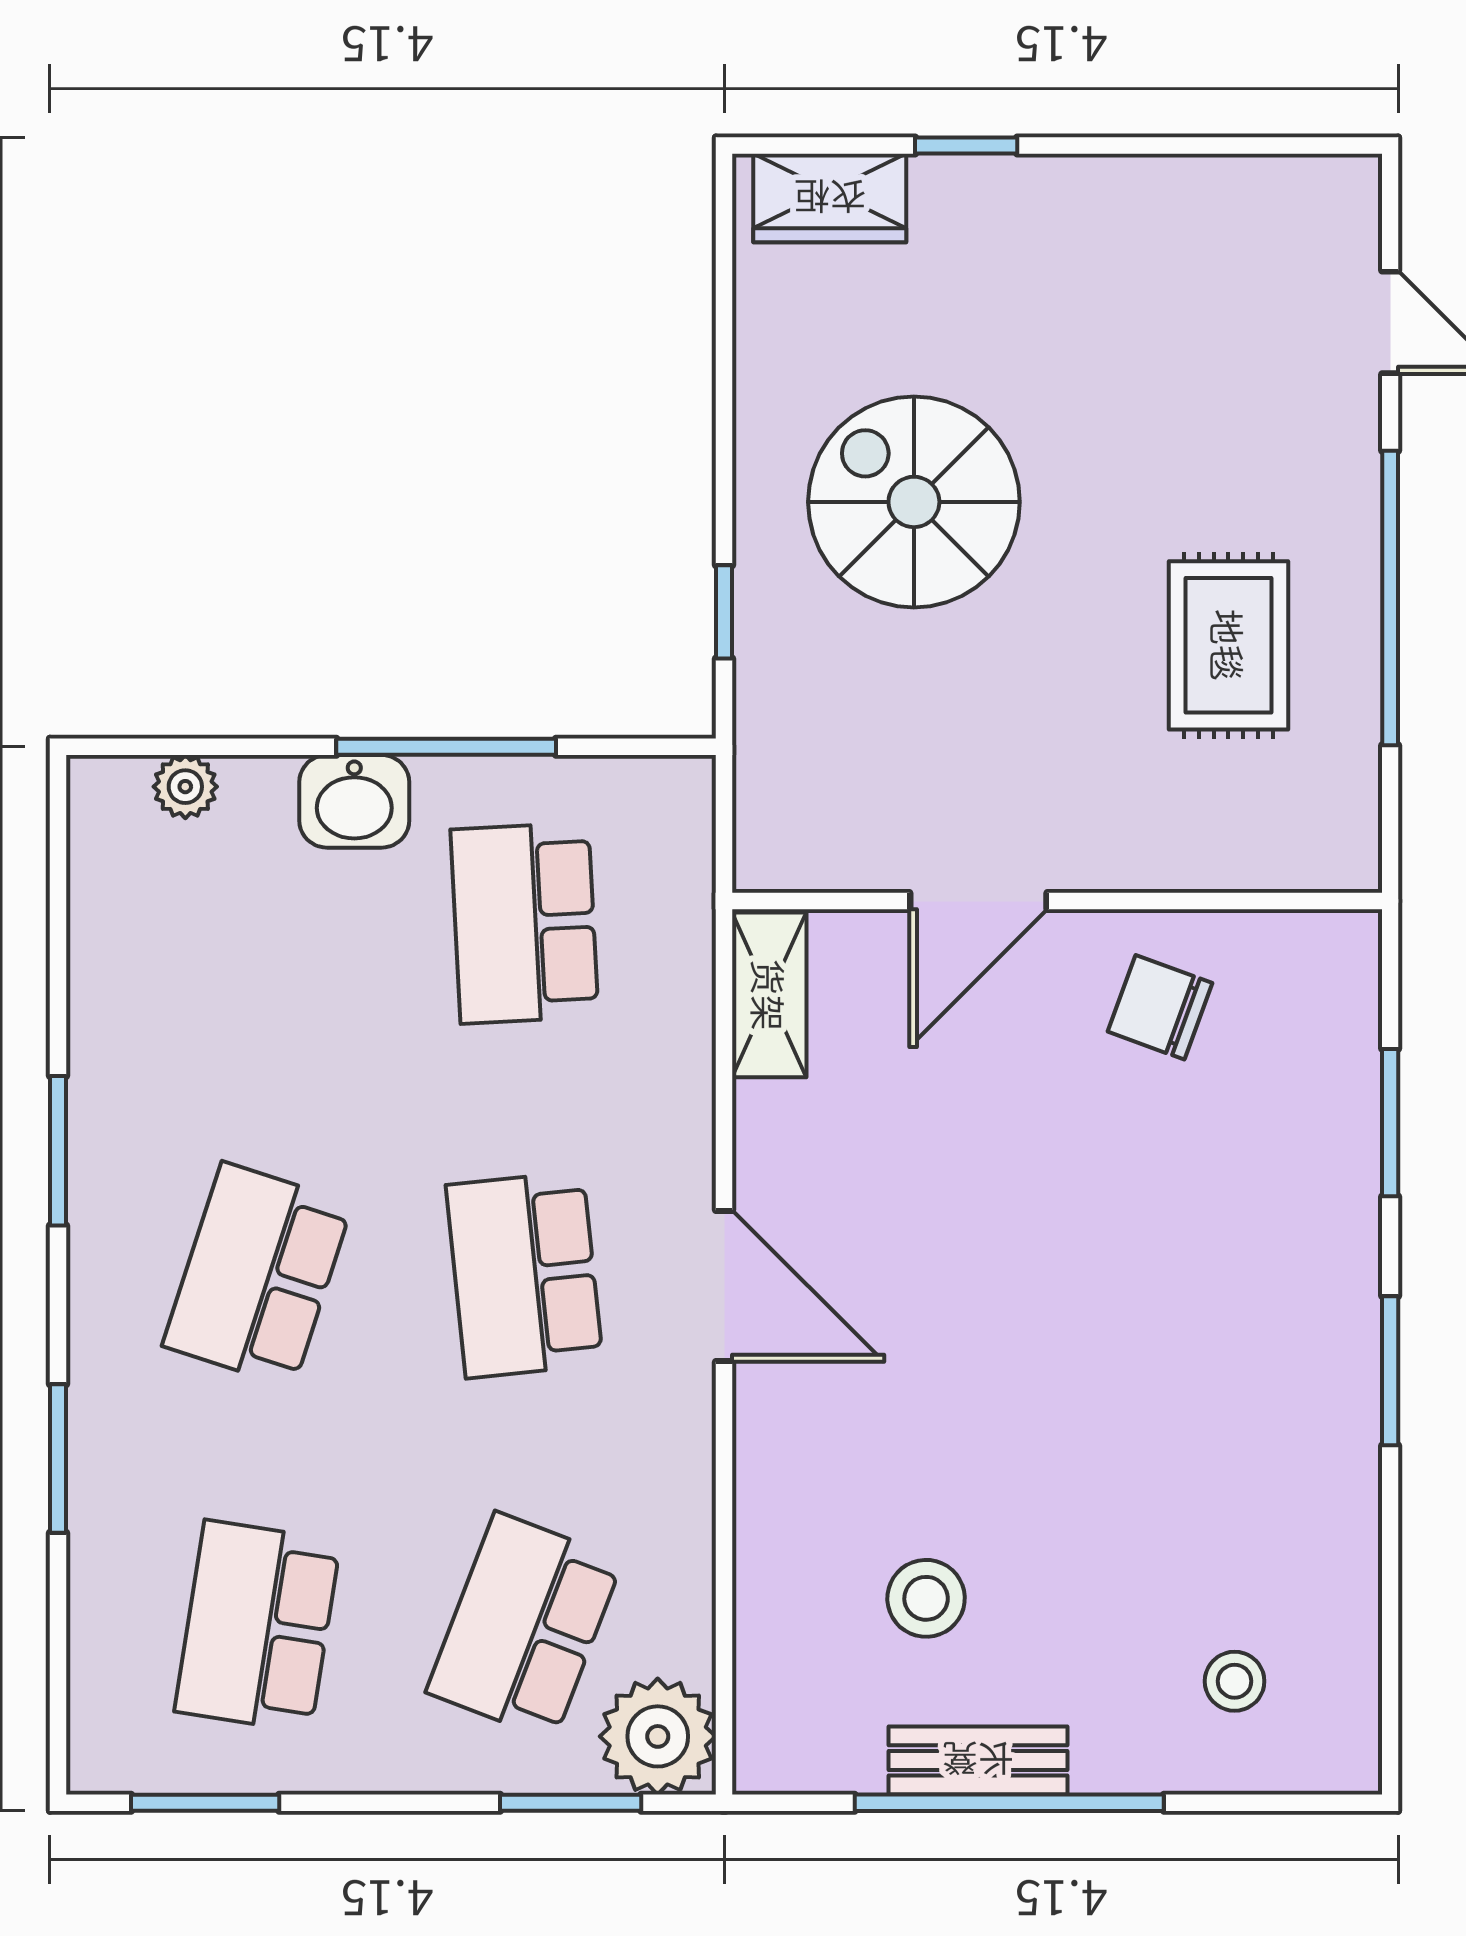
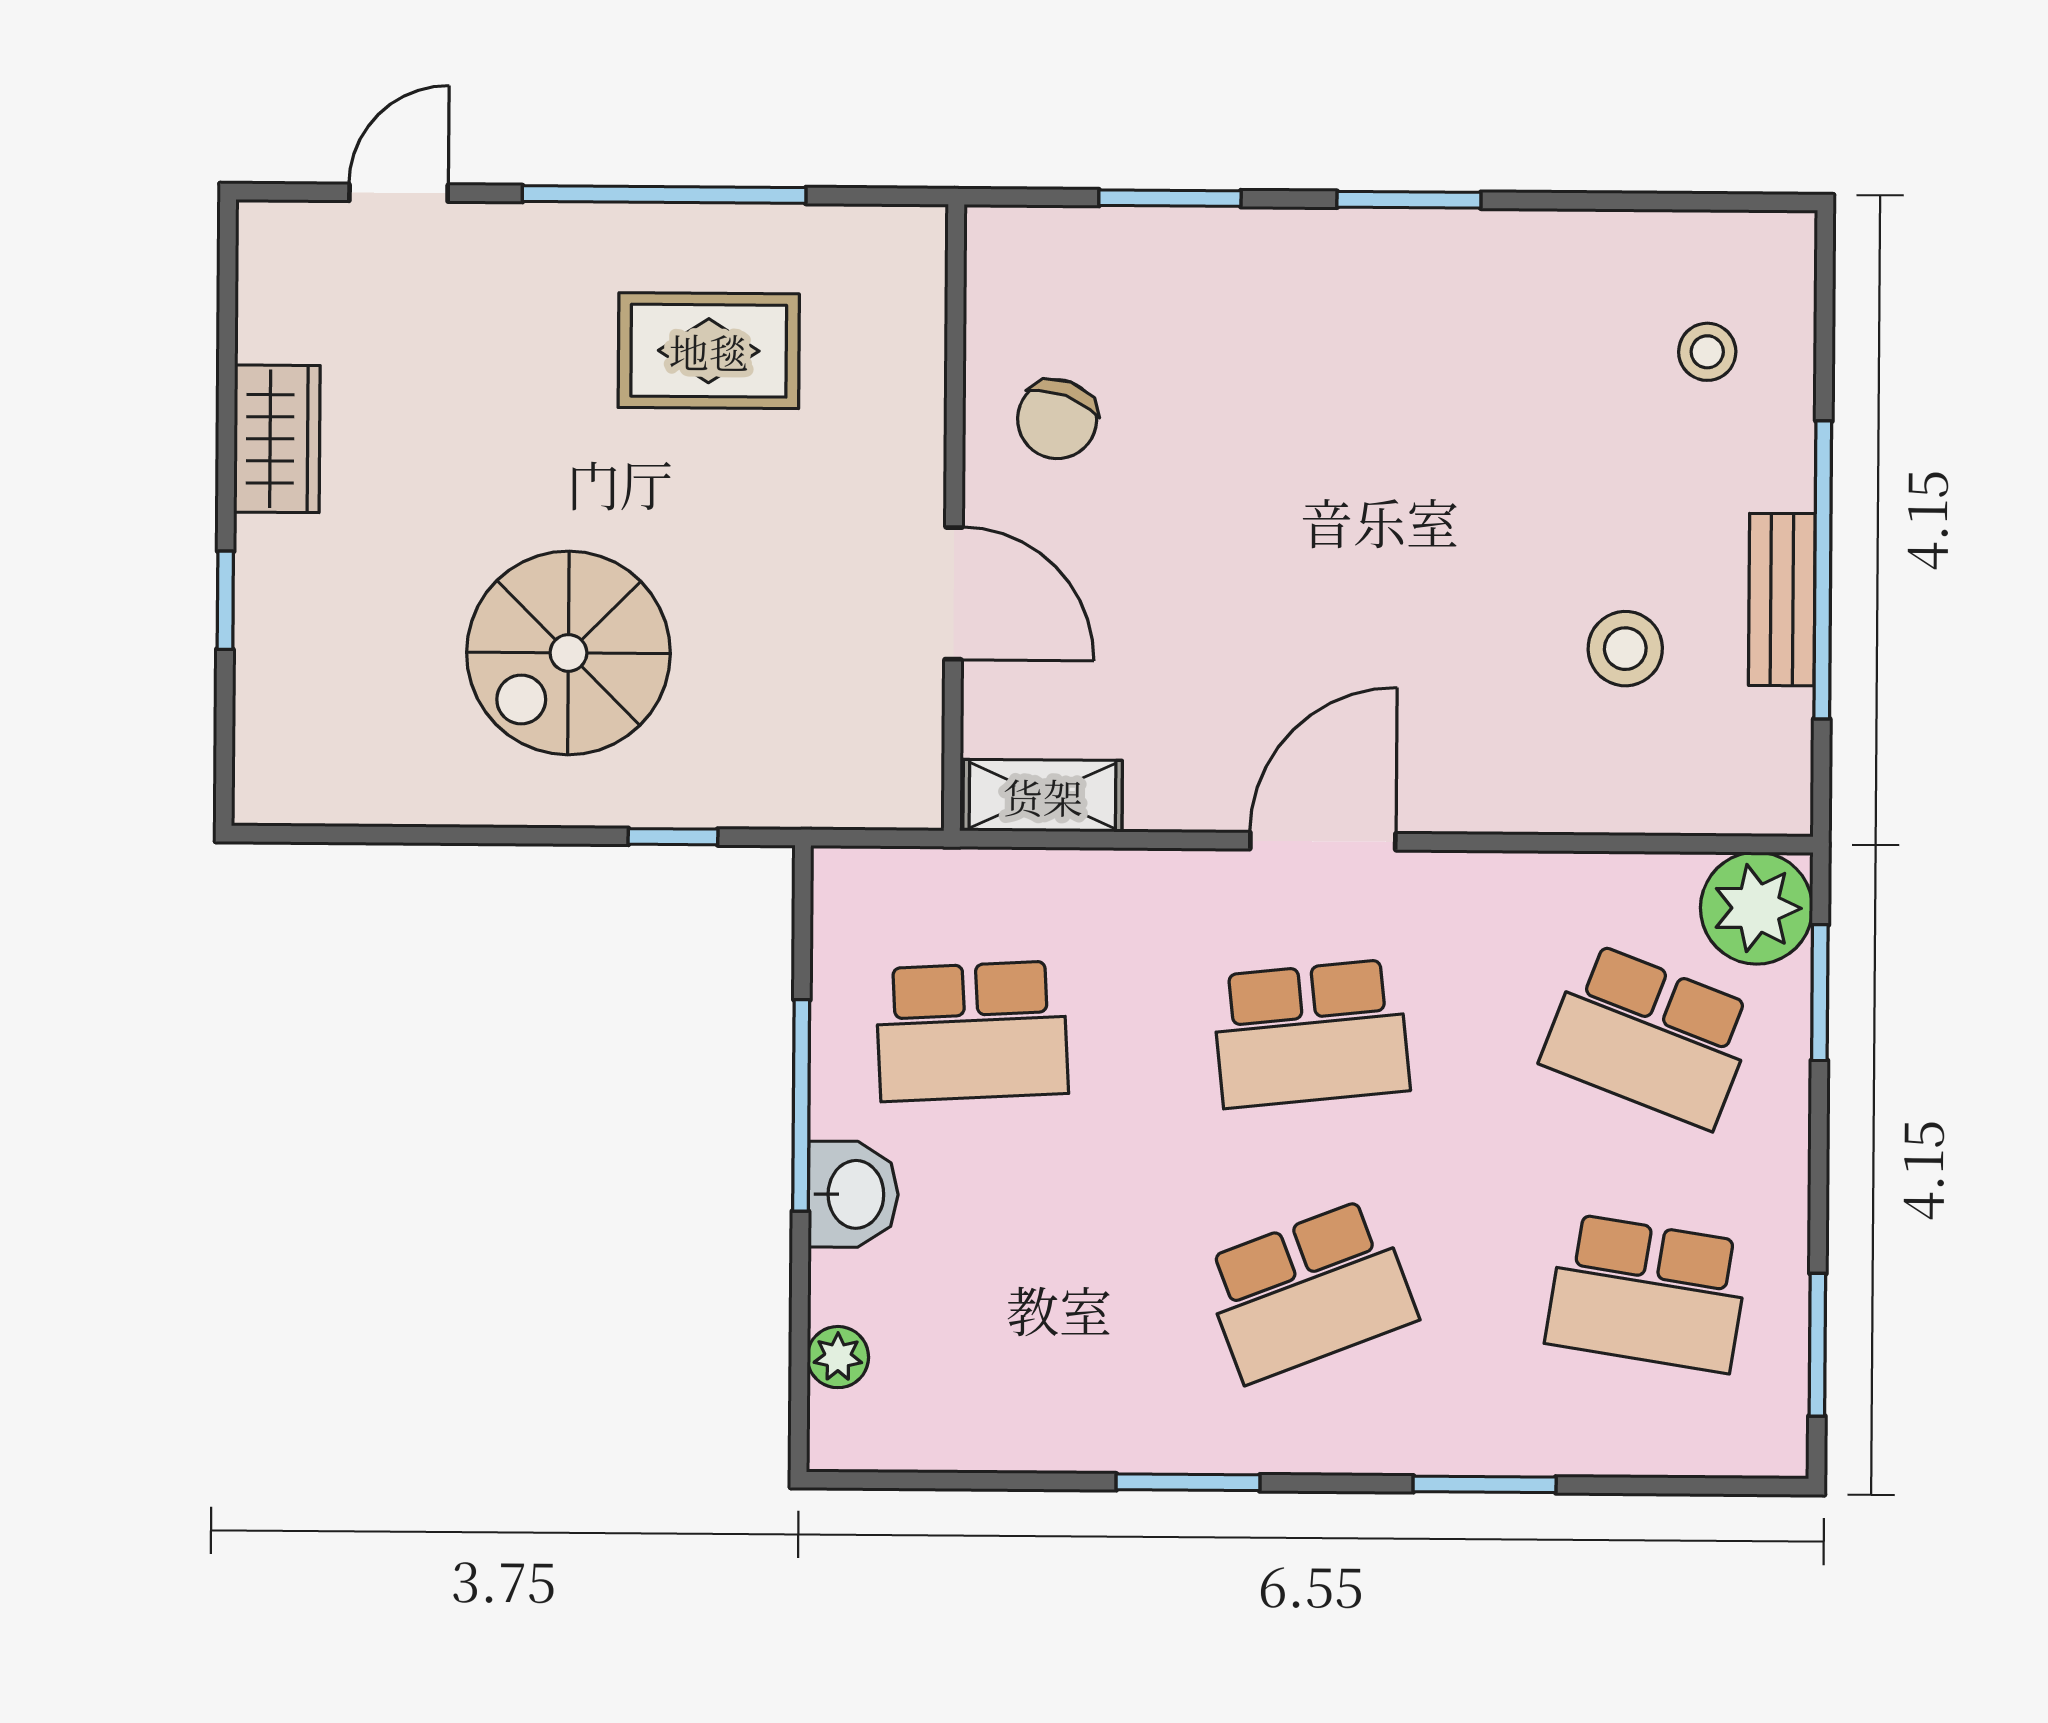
wardrobe: (830, 198) -> (277, 439), moved
school desk: (258, 1275) -> (1309, 1291), turned -39

